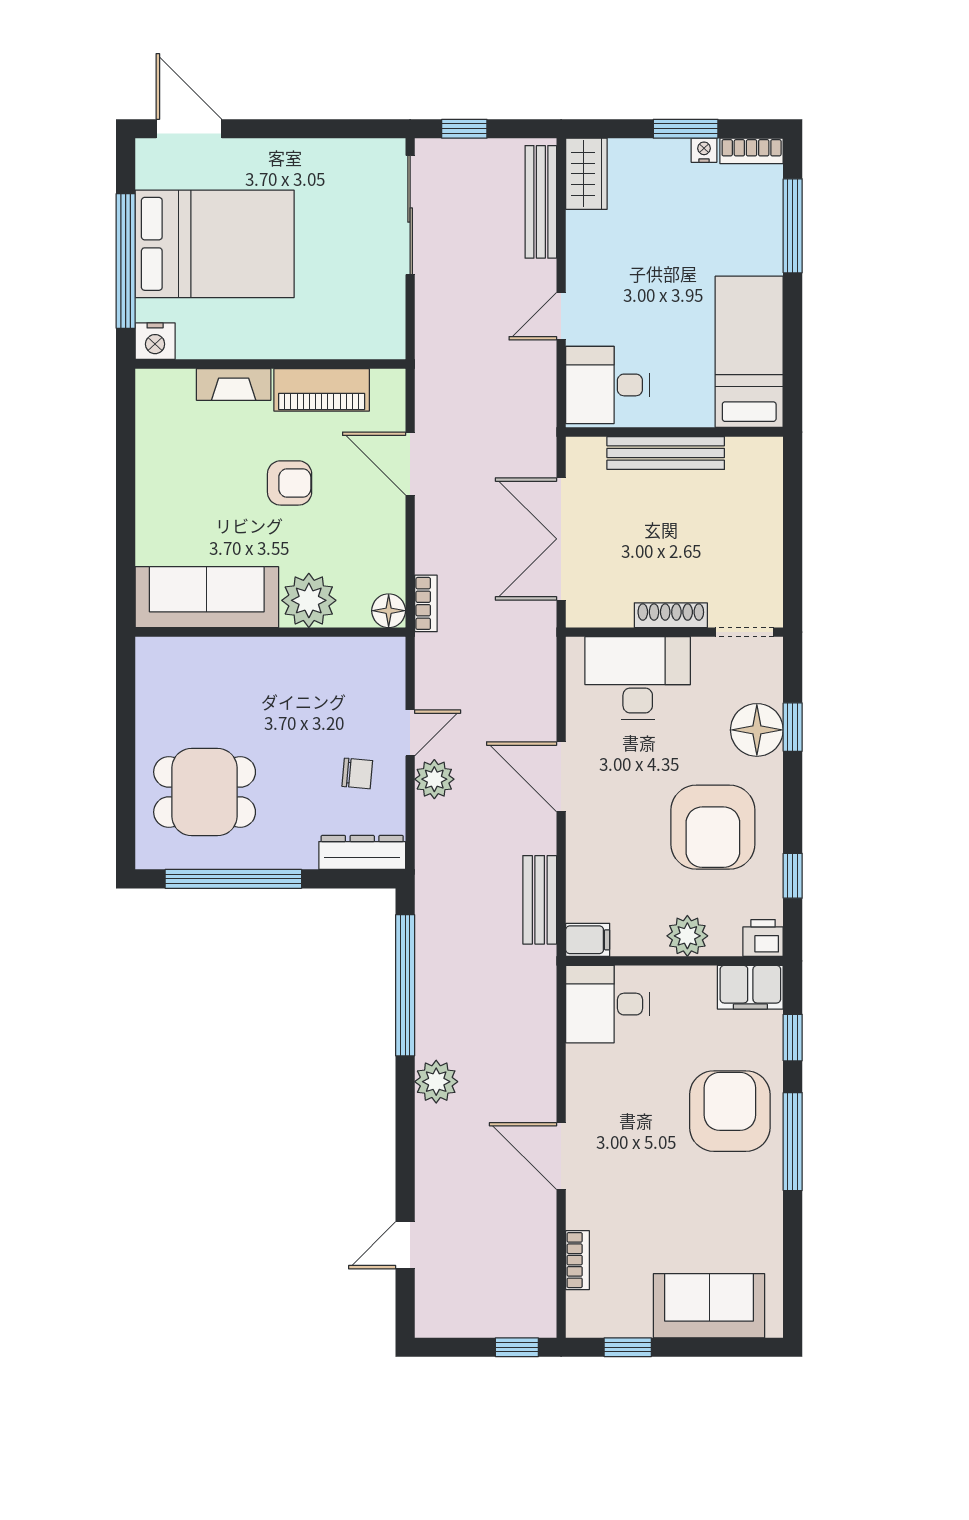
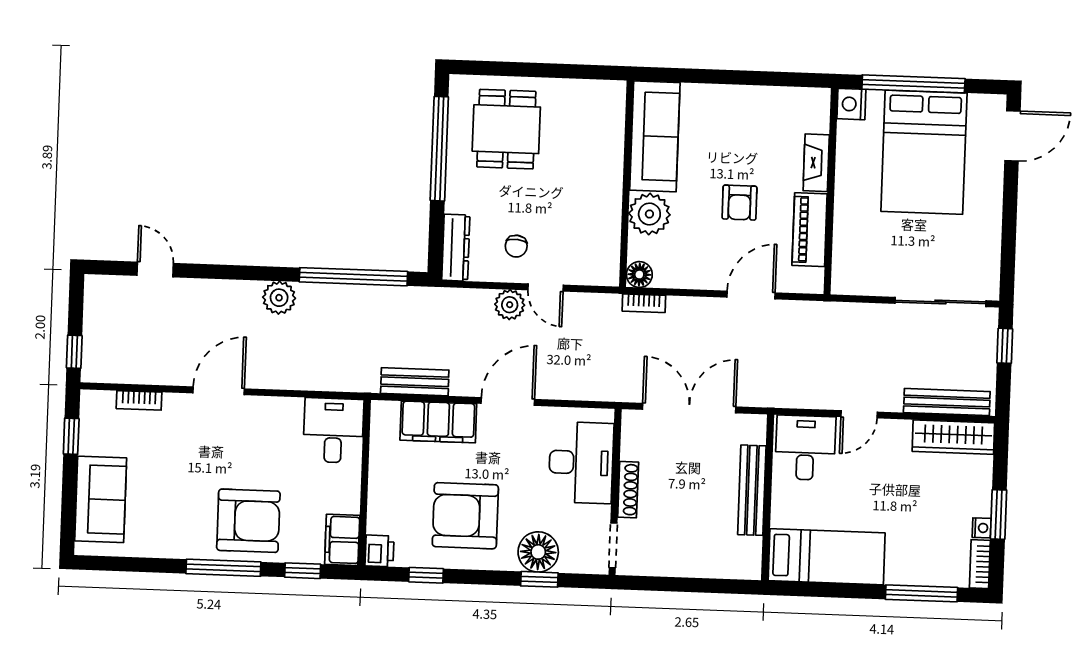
wardrobe: (586, 174) -> (953, 437), width x1.50
door: (561, 316) -> (859, 414), swing flipped
plant: (687, 936) -> (383, 493), removed
filing cabinet: (588, 940) -> (438, 422), moved, width x3.00, depth x1.17

